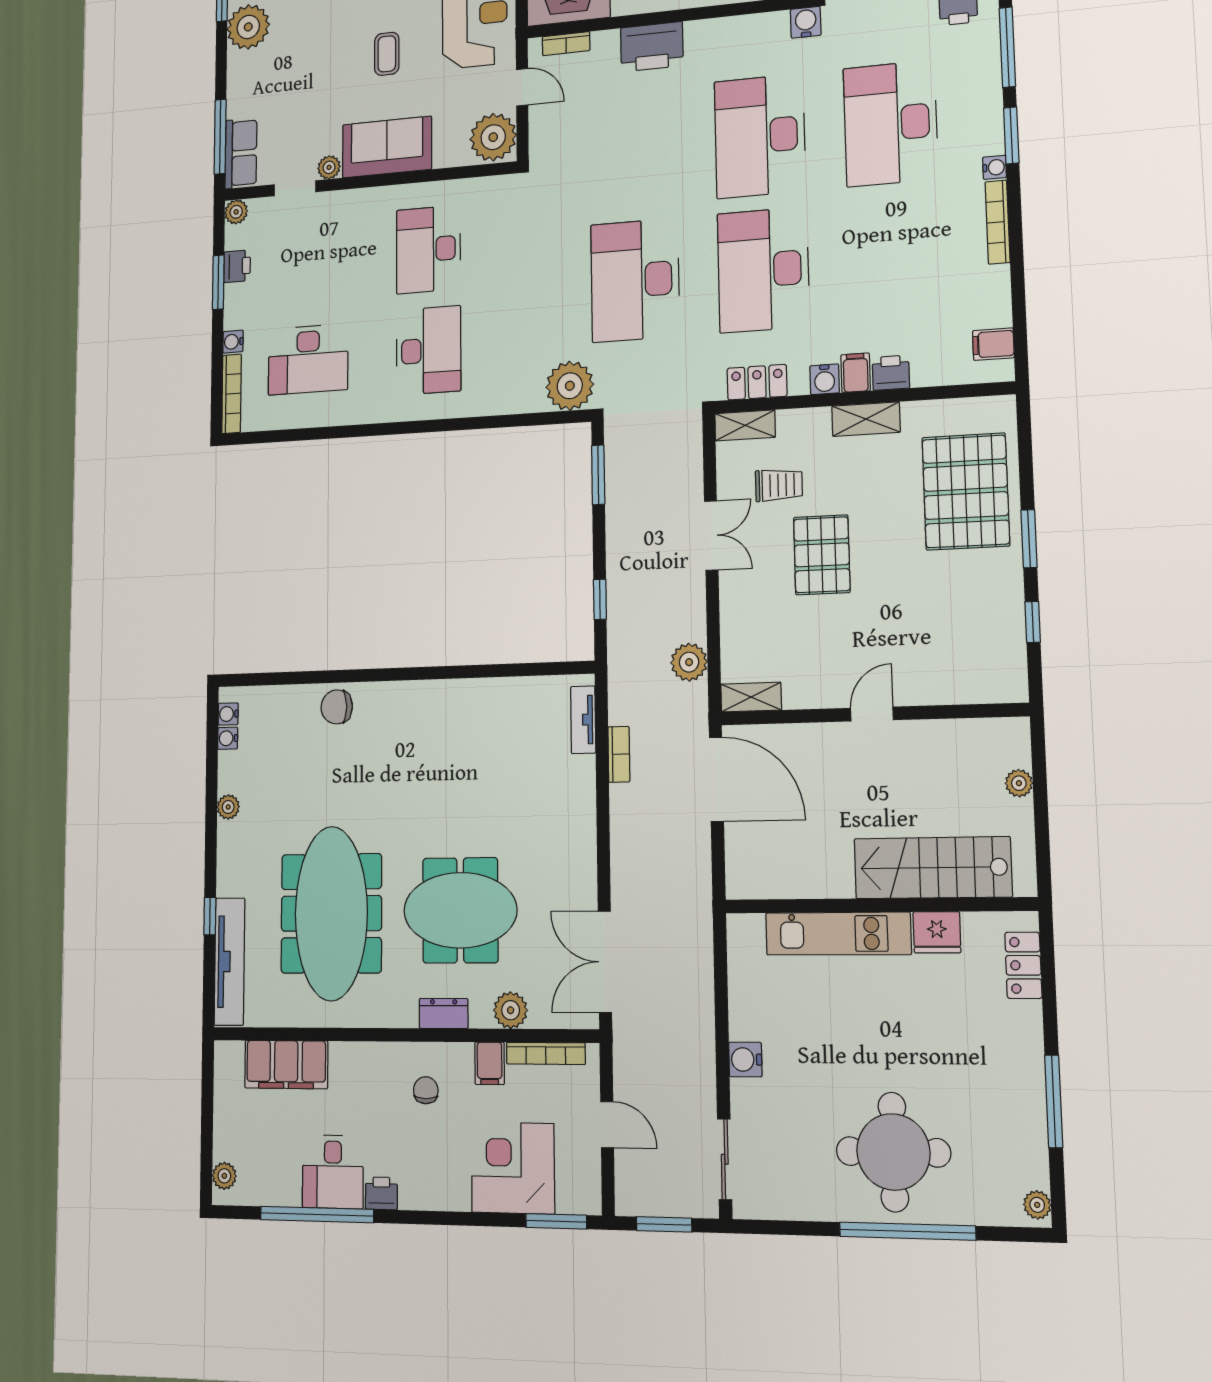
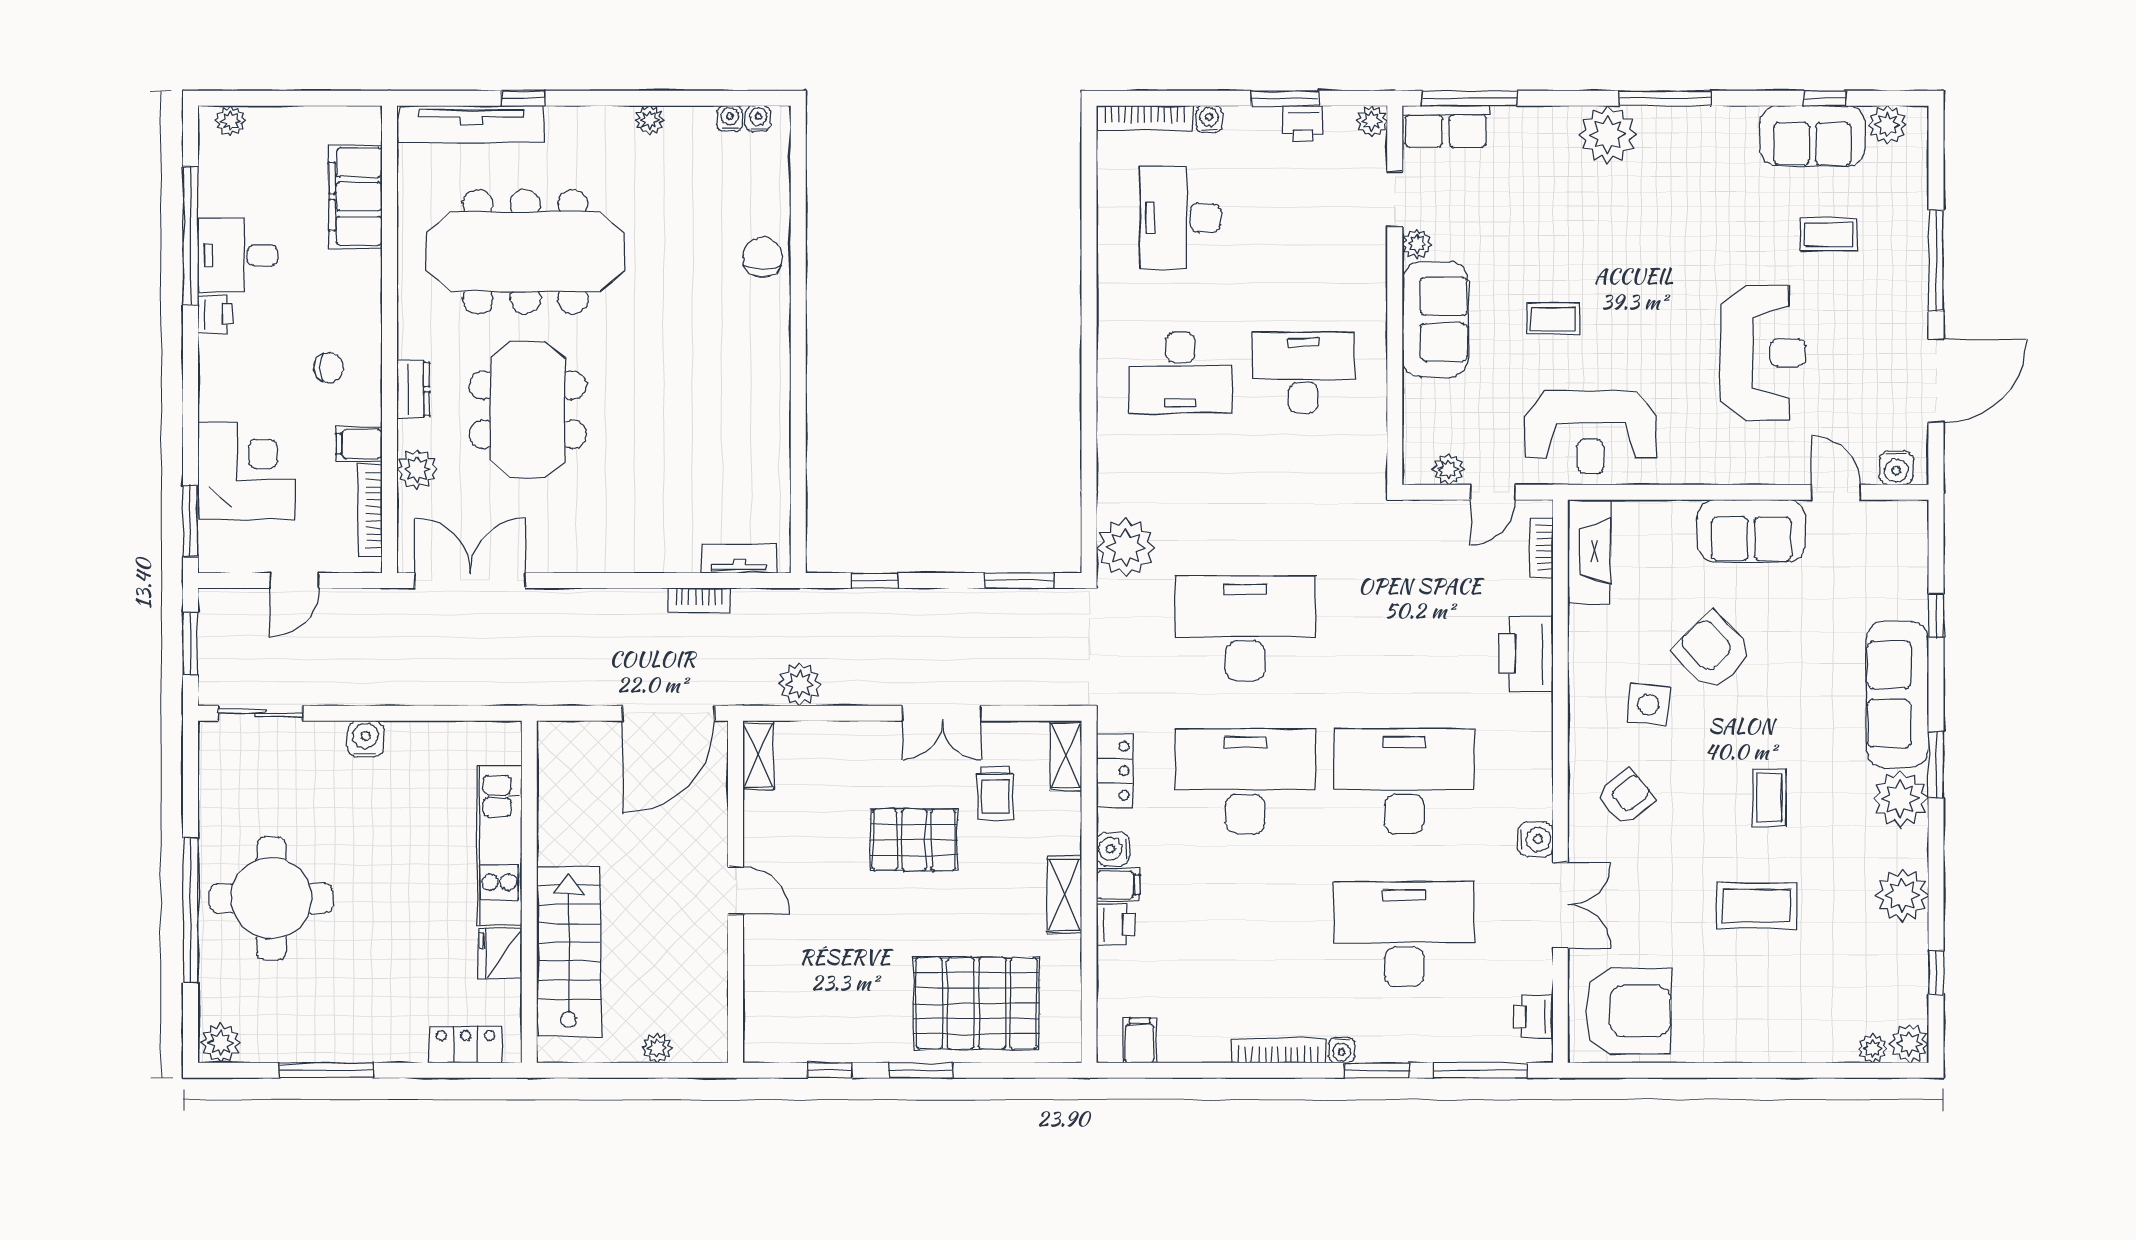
plant: (493, 137) -> (1448, 469), width x0.53, depth x0.53
plant: (1037, 1205) -> (221, 1043), width x1.38, depth x1.38

